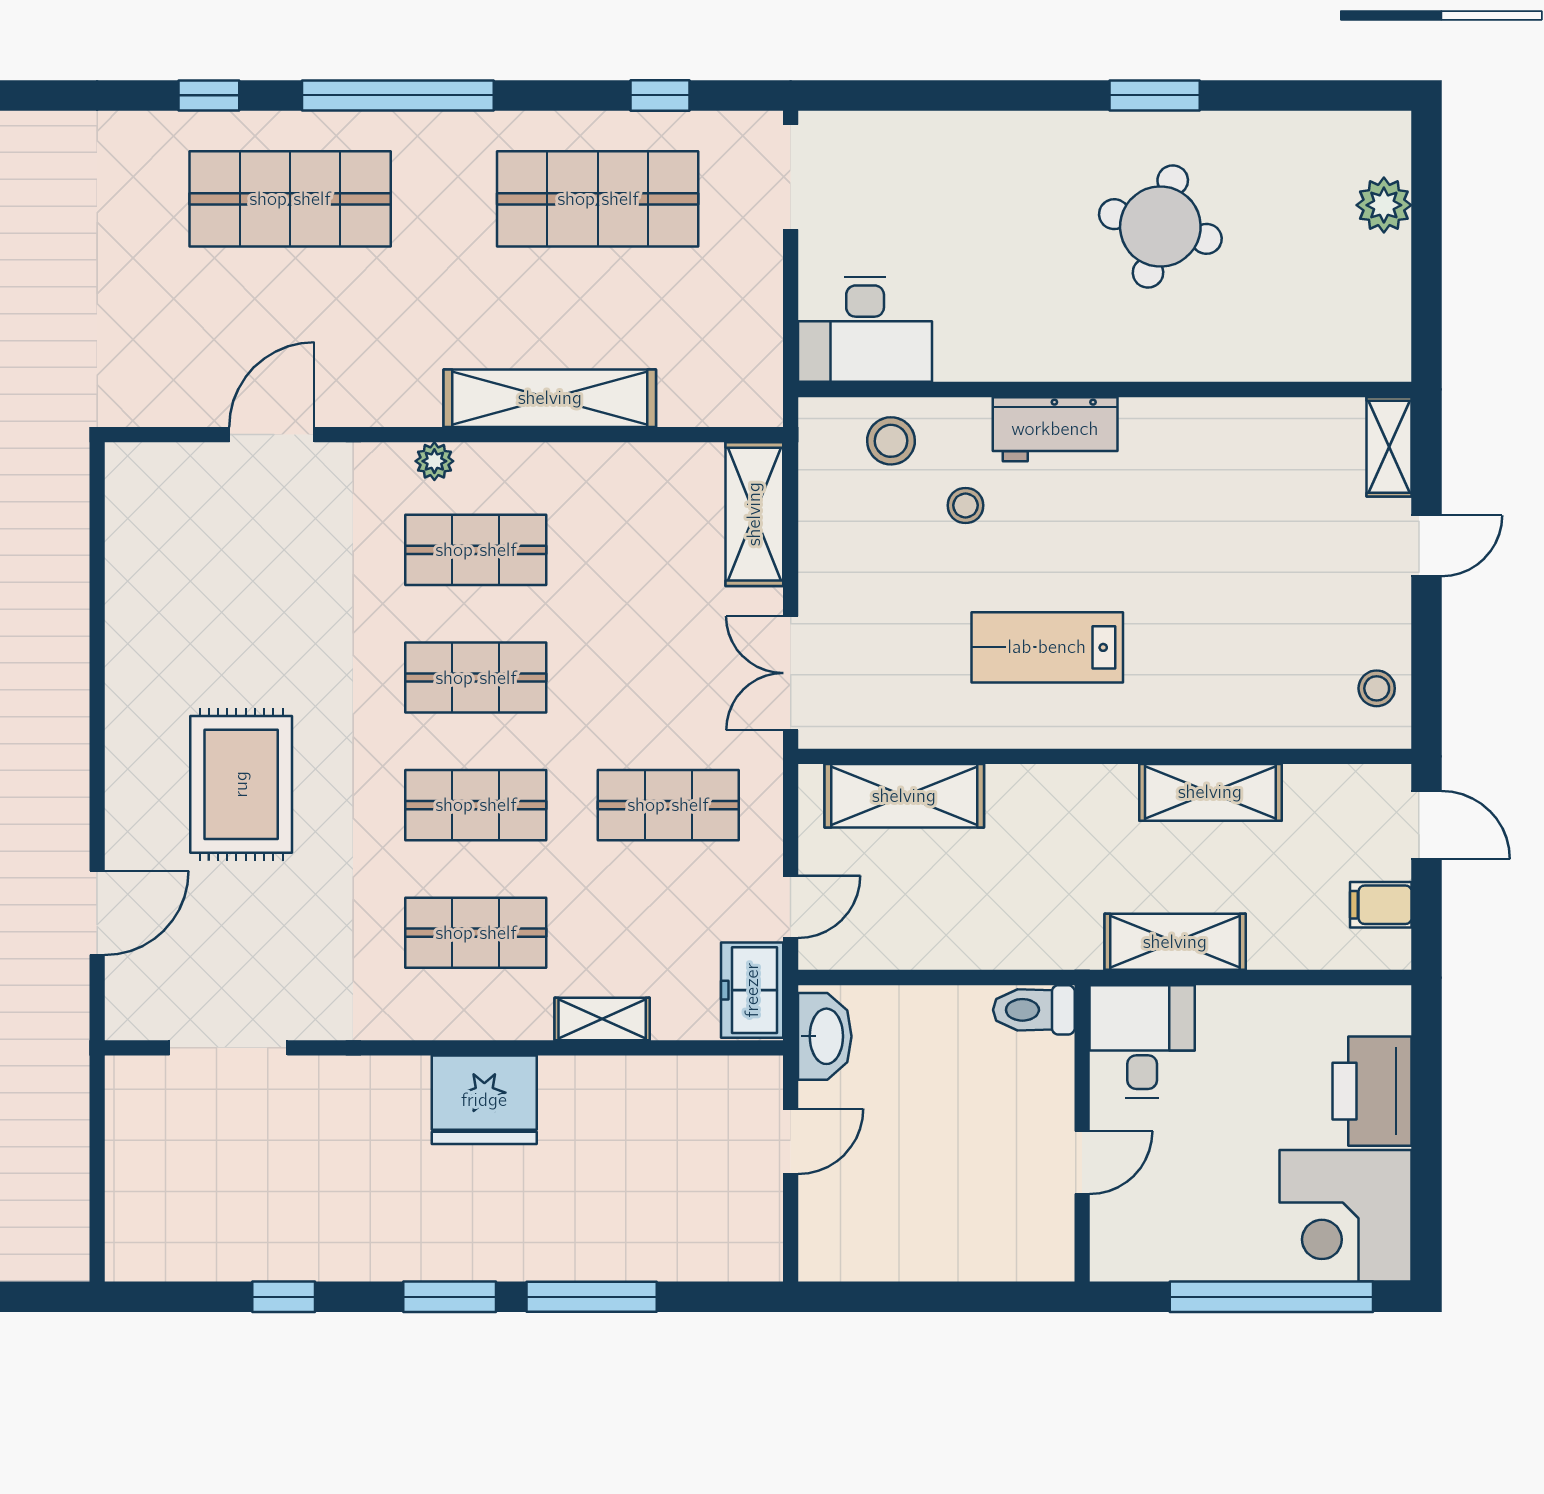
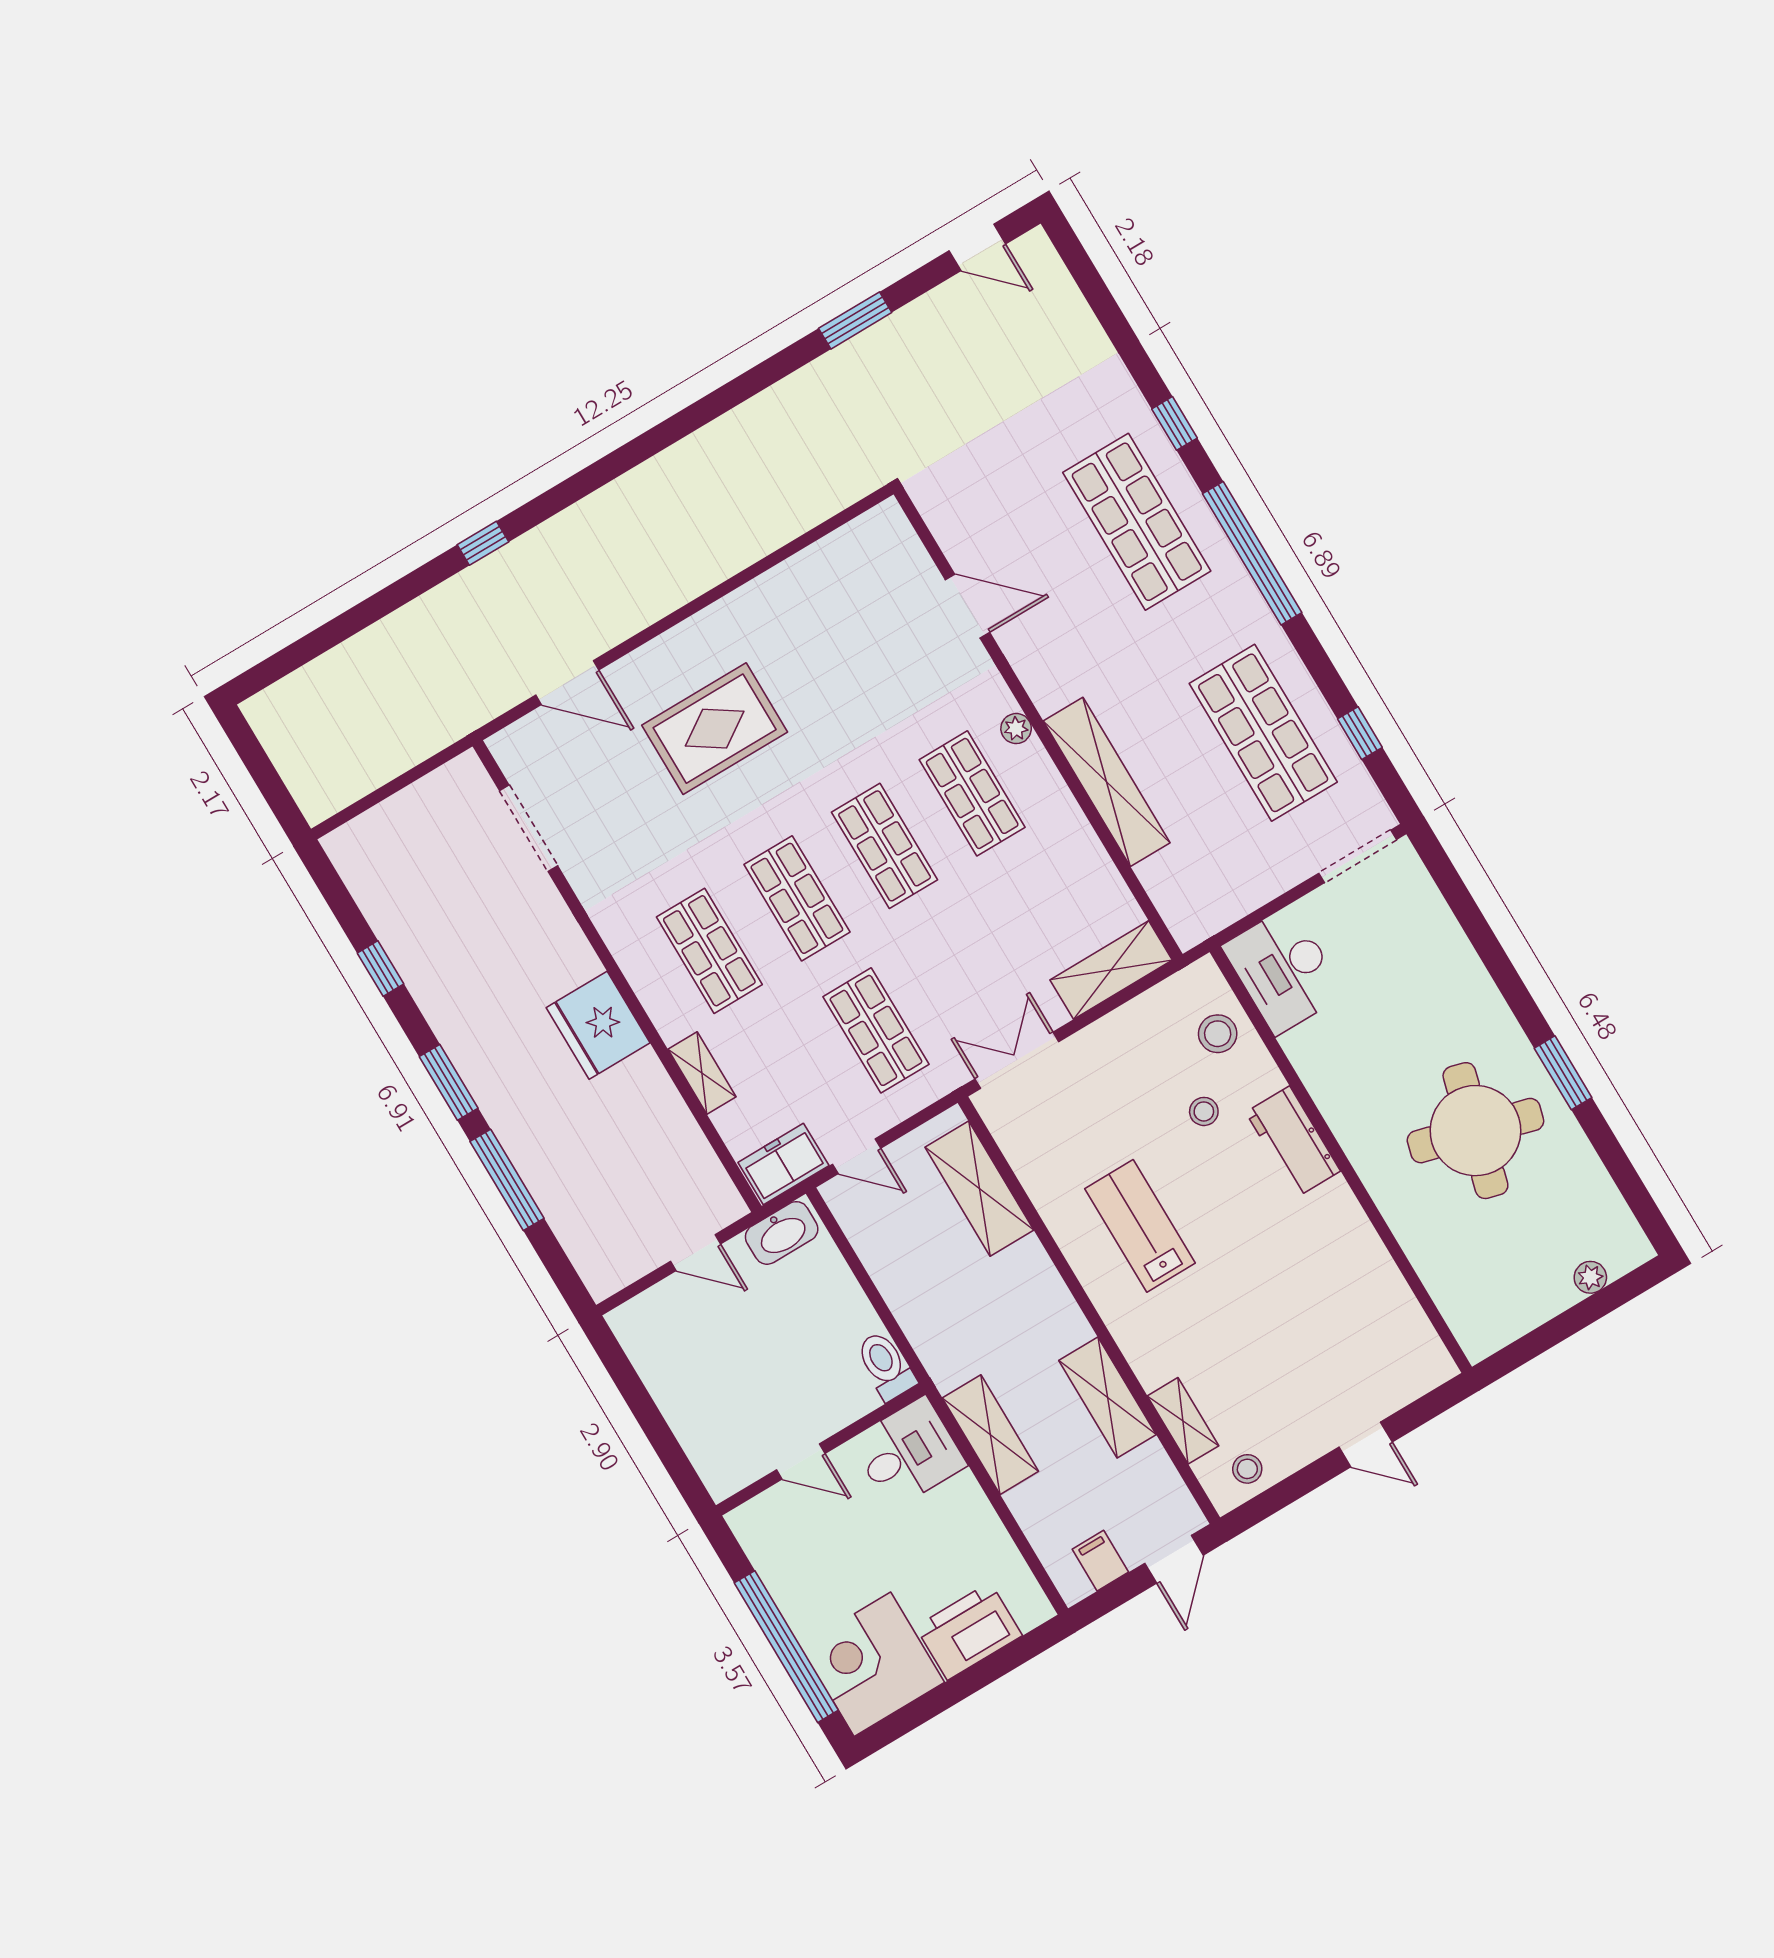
plant: (1384, 205) -> (1590, 1277), width x0.73, depth x0.73
round table: (1160, 227) -> (1475, 1131), width x1.36, depth x1.36
shelving: (1389, 447) -> (1183, 1421), moved, turned 90

